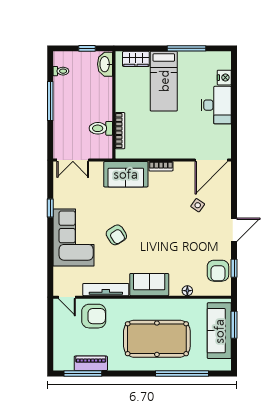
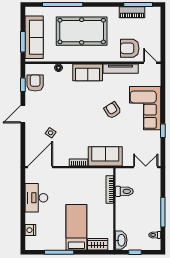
desk: (216, 105) -> (36, 198), moved

